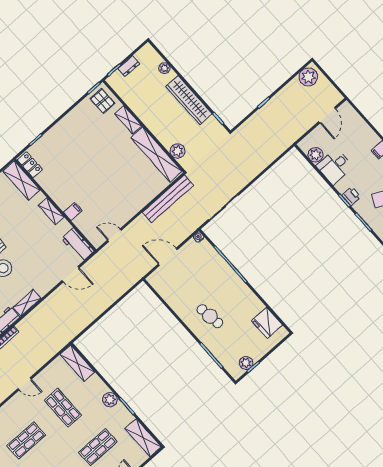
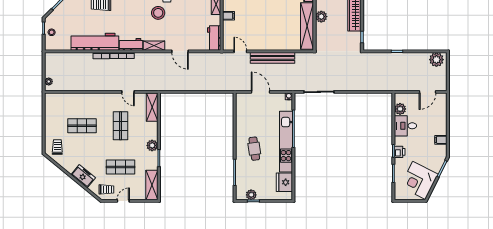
plant: (178, 151) -> (321, 17), moved
bench: (168, 199) -> (273, 58), moved
door: (71, 274) -> (180, 51), moved
kitchen unit: (234, 283) -> (286, 142), added
door: (25, 384) -> (128, 92), moved

